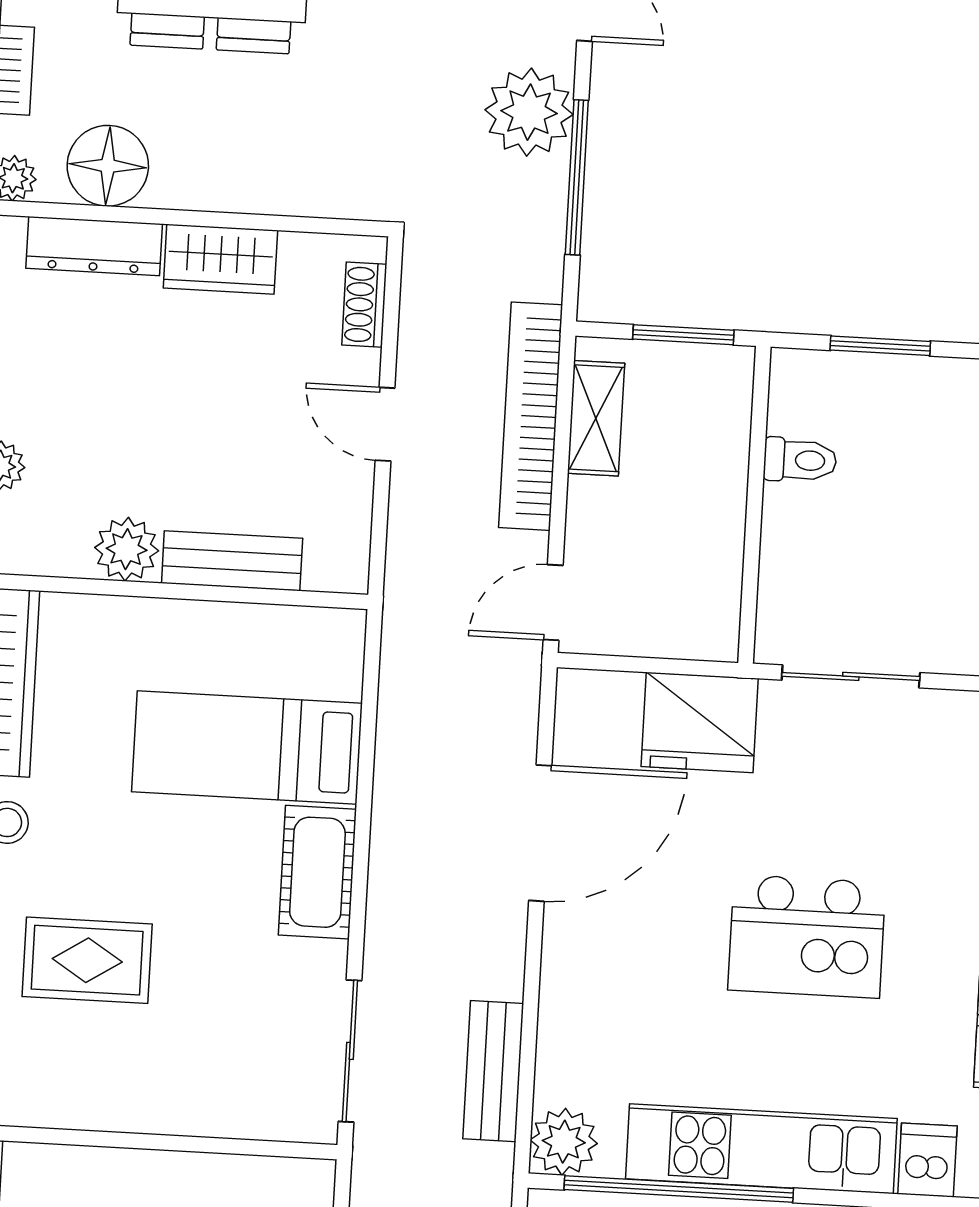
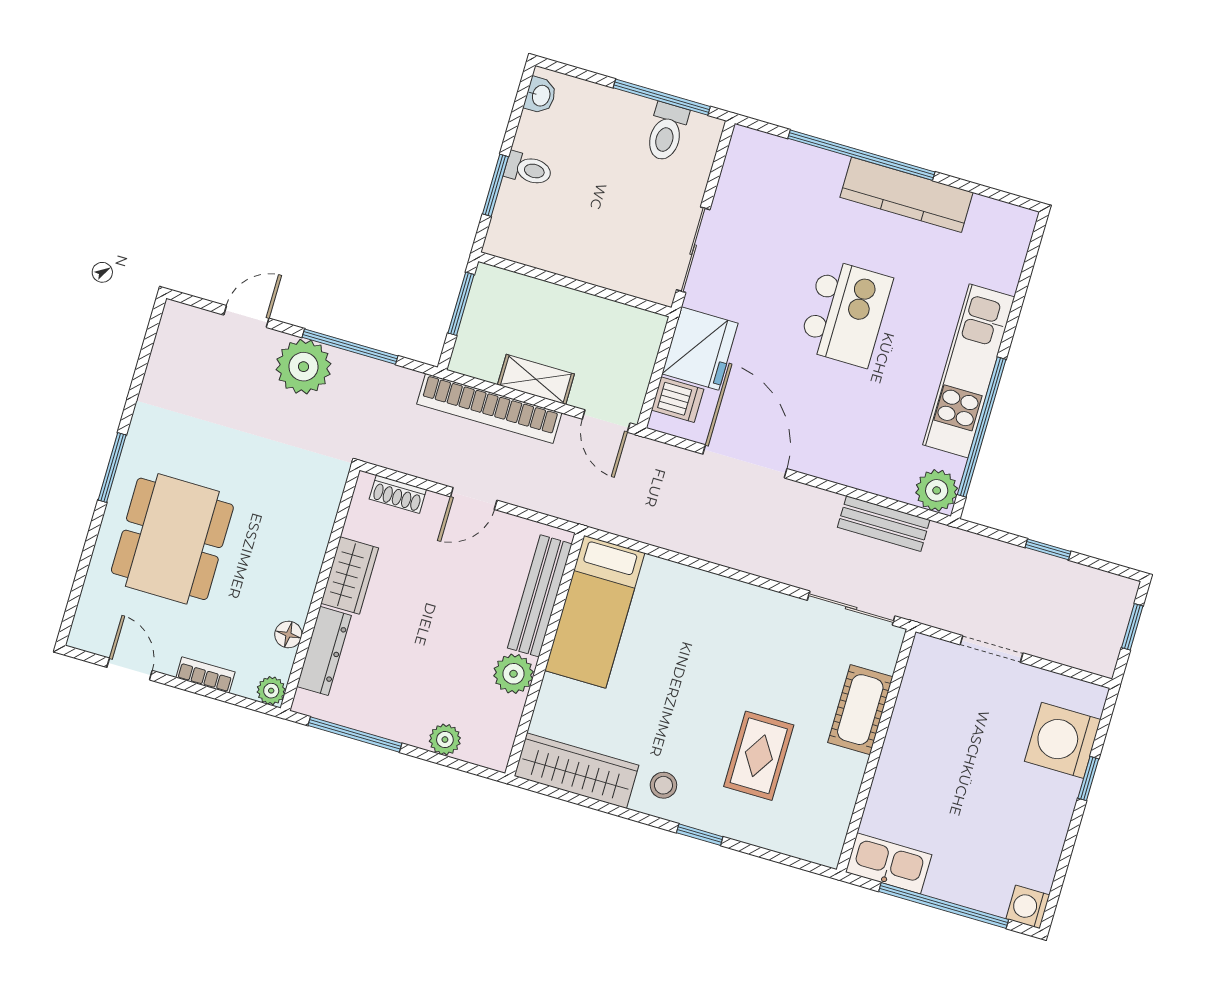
floor lamp: (108, 166) -> (288, 635), width x0.53, depth x0.53
shelving: (596, 418) -> (536, 379), moved
toilet: (800, 460) -> (528, 169), moved, turned 90
bench: (232, 561) -> (540, 596), width x1.36
bed: (247, 748) -> (595, 612), moved
cot: (317, 872) -> (860, 710), moved, turned 90
dishwasher: (927, 1160) -> (678, 400), moved, turned 180

